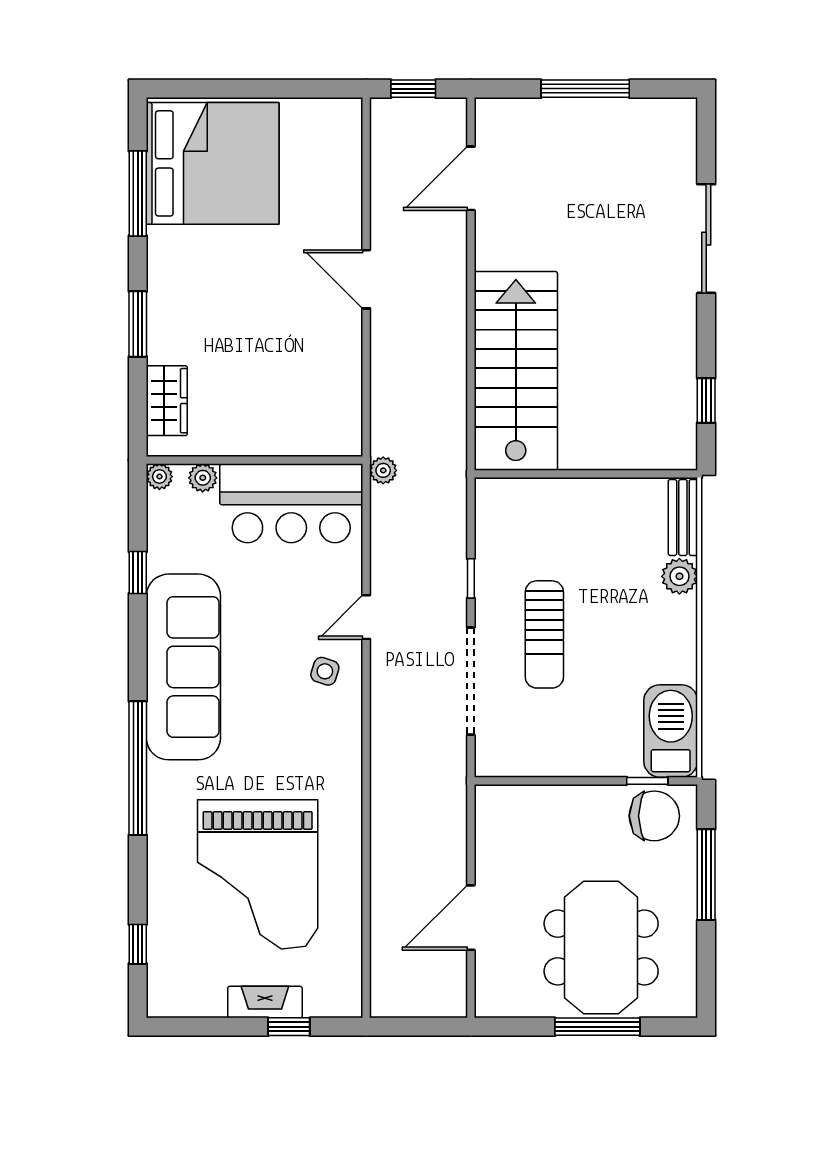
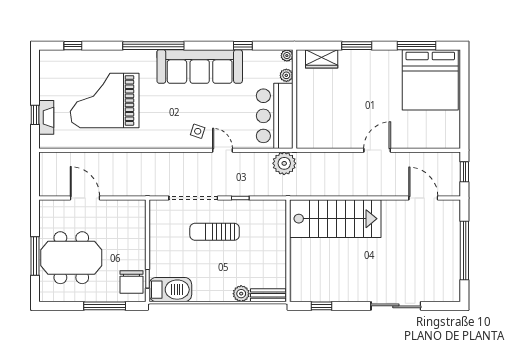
window: (585, 89) -> (464, 250), width x1.46
plant: (383, 470) -> (284, 163), width x1.88, depth x1.88
fireplace: (265, 1002) -> (46, 117), moved

